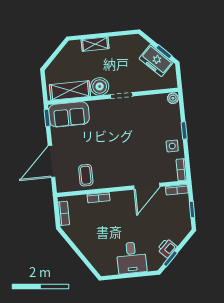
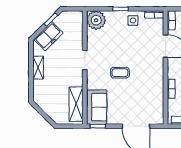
shelving: (95, 44) -> (38, 68), moved
freezer: (156, 60) -> (48, 36), moved
boiler: (100, 86) -> (75, 78), removed
plant: (173, 98) -> (96, 20), width x1.87, depth x1.87
coffee table: (86, 175) -> (120, 73), moved

